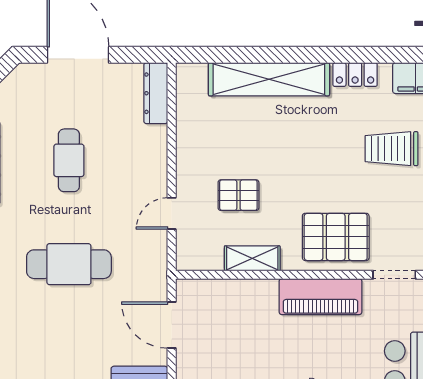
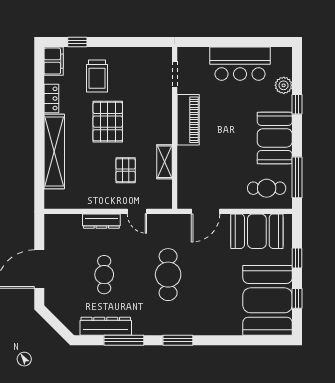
dresser: (156, 93) -> (101, 221), moved
cafe table: (69, 160) -> (104, 275), turned 90
pallet: (336, 237) -> (108, 122), moved

